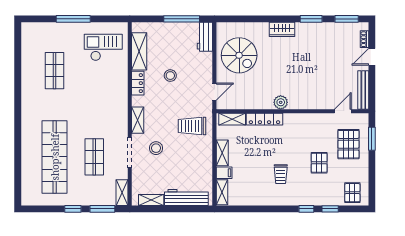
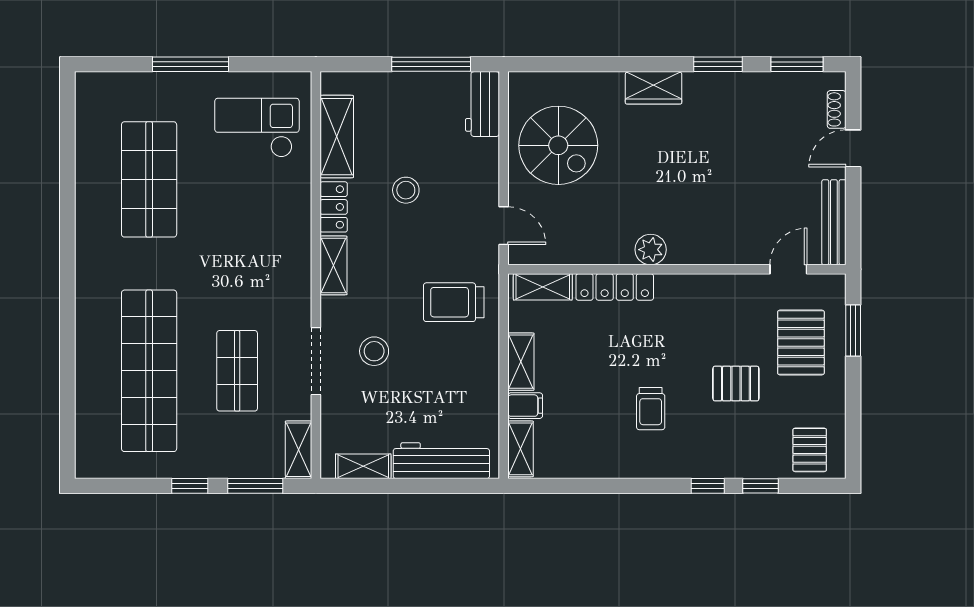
shop shelf: (55, 71) -> (149, 179), width x1.43, depth x1.36
door: (214, 92) -> (504, 226), hinge flipped
shelving: (138, 120) -> (333, 265), moved
pallet: (319, 163) -> (736, 384), turned 90

